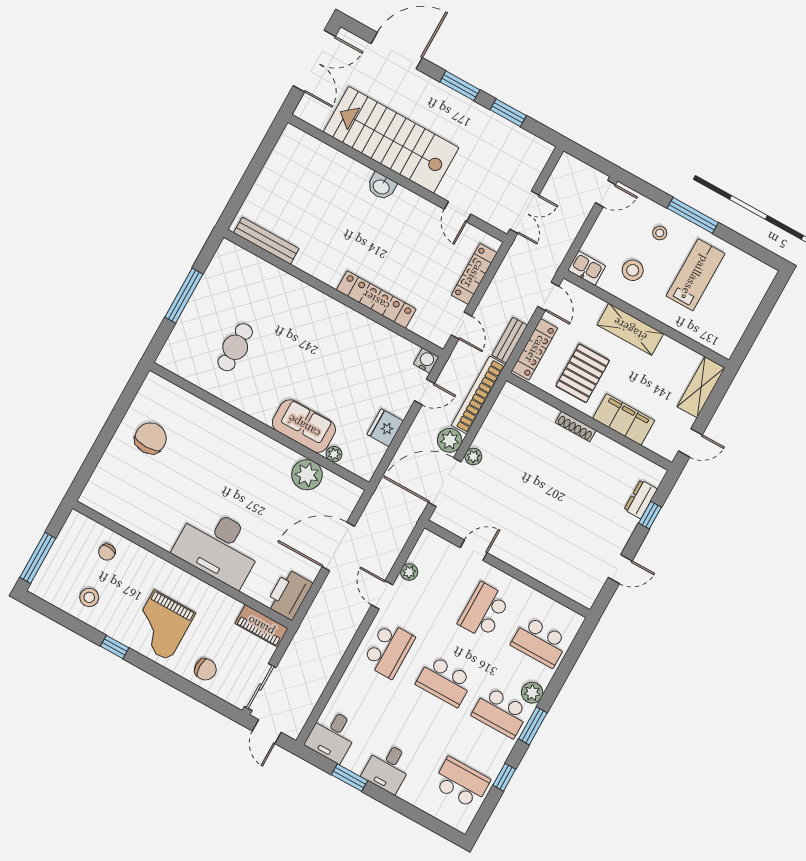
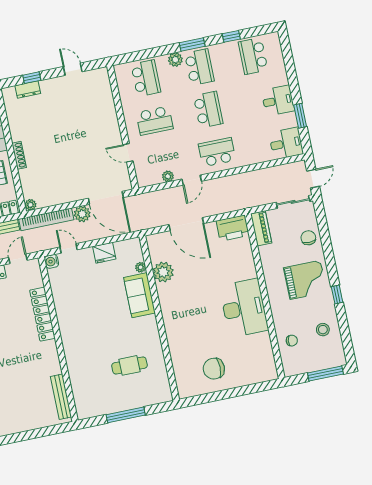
plant: (473, 457) -> (30, 205), moved
desk: (219, 546) -> (244, 308), moved

